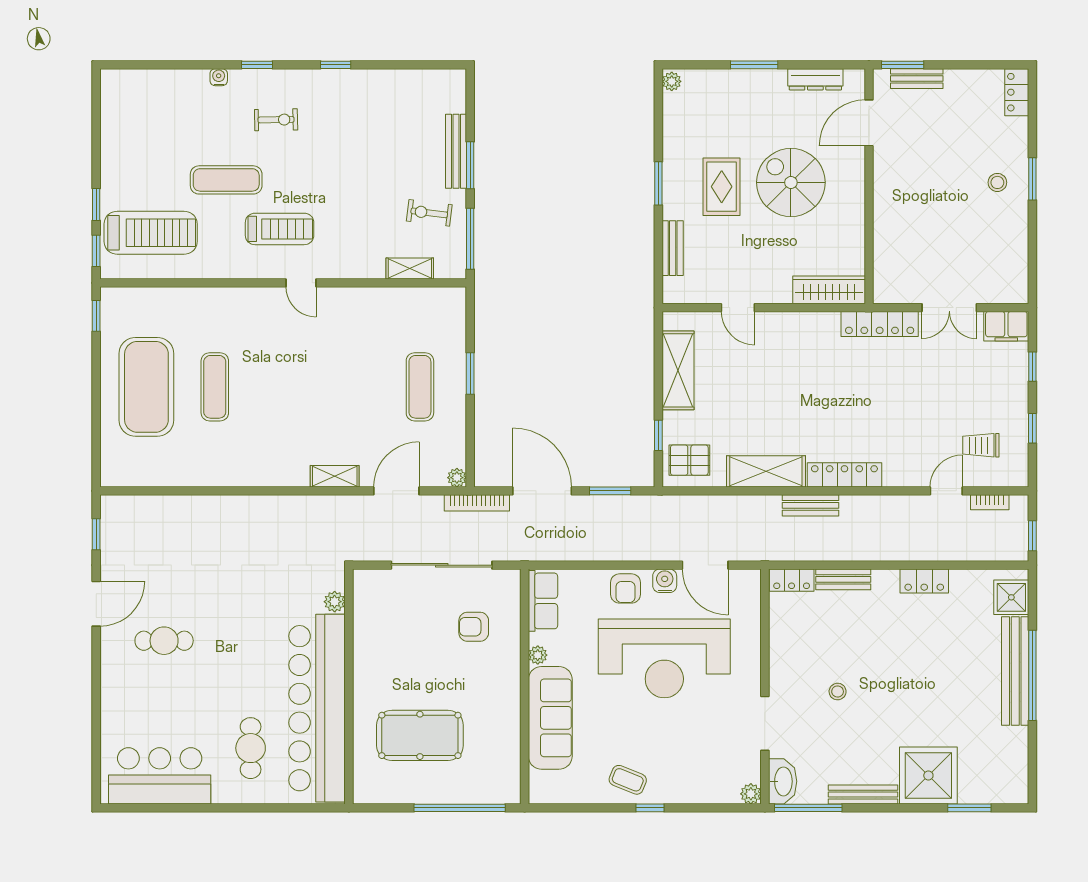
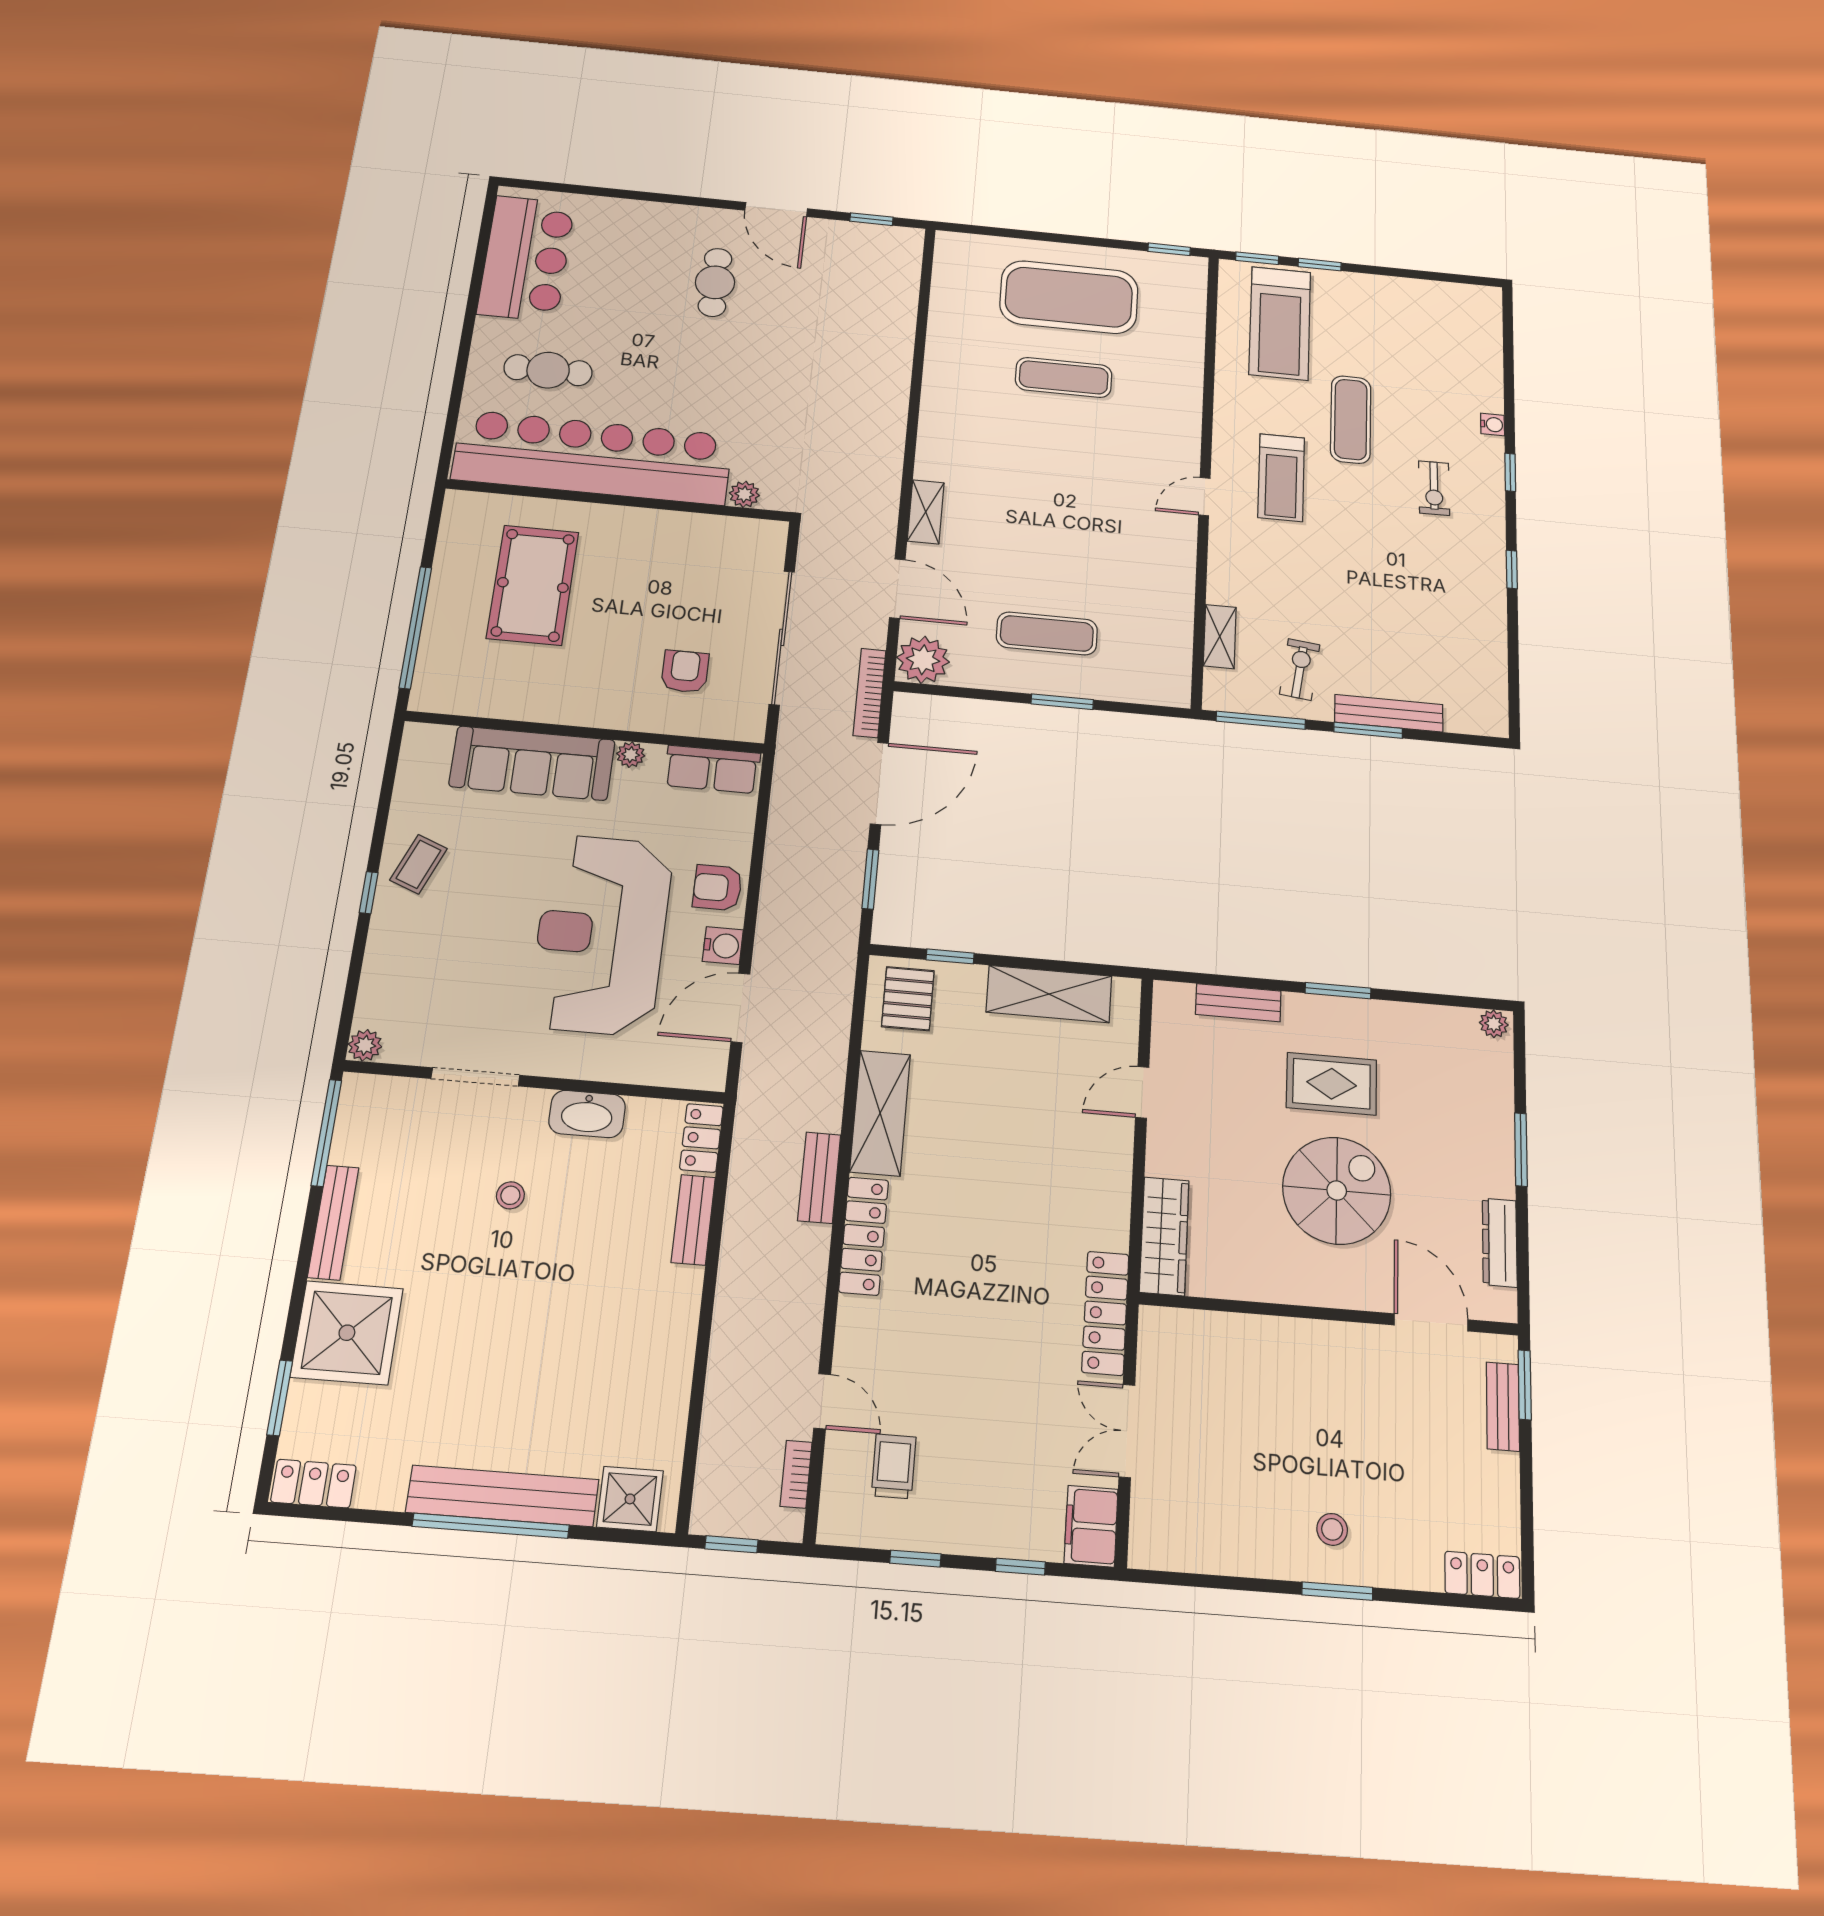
plant: (457, 478) -> (923, 660), width x1.88, depth x1.88
locker: (924, 581) -> (313, 1484), moved, turned 90
washbasin: (783, 781) -> (587, 1114), moved

